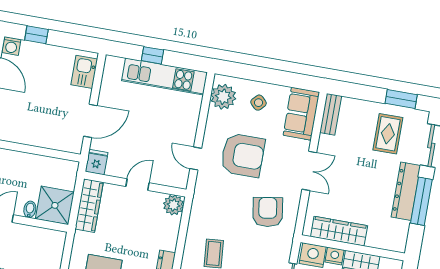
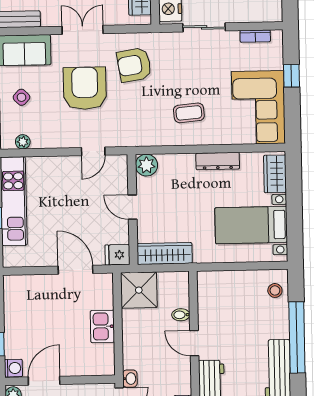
kitchen sink: (84, 72) -> (102, 326), moved, turned 90
plant: (223, 97) -> (23, 142), width x0.53, depth x0.53
armchair: (243, 155) -> (85, 88), moved
shower: (55, 205) -> (139, 290), moved

